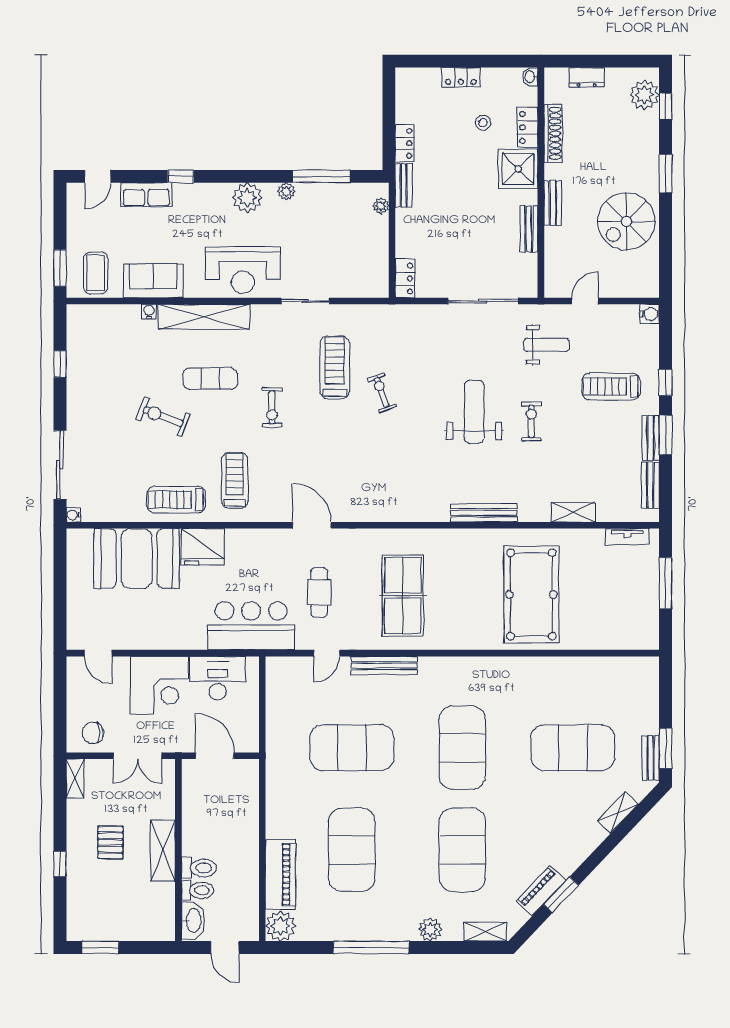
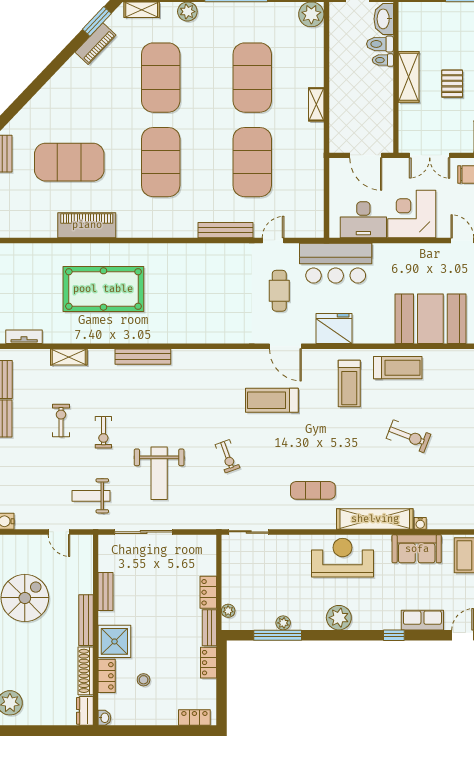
locker: (461, 77) -> (194, 717), moved
dresser: (587, 77) -> (85, 711), moved, turned -90
plant: (286, 191) -> (283, 623), moved
bench: (553, 203) -> (86, 620), width x1.36
locker: (405, 279) -> (208, 592), moved
sliding door: (305, 301) -> (249, 532), moved
door: (585, 301) -> (59, 532), hinge flipped
treadmill: (335, 367) -> (272, 400), moved, turned 90
exercise mat: (210, 379) -> (313, 490), moved
treadmill: (611, 387) -> (38, 461), removed
exercise bike: (272, 407) -> (61, 420), moved
weight bench: (474, 412) -> (159, 473), moved
fridge: (203, 547) -> (334, 329), moved
pool table: (531, 594) -> (103, 289), turned 90
table tennis table: (403, 596) -> (210, 288), removed
exercise mat: (352, 748) -> (252, 162), turned 90
double door: (138, 756) -> (430, 155), swing flipped
shelving: (618, 813) -> (316, 104), moved, turned -44
toilet: (199, 868) -> (383, 60), width x0.73, depth x0.72
piano: (280, 874) -> (87, 225), moved, turned 90
window: (561, 895) -> (97, 21), moved

